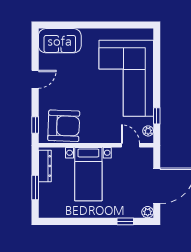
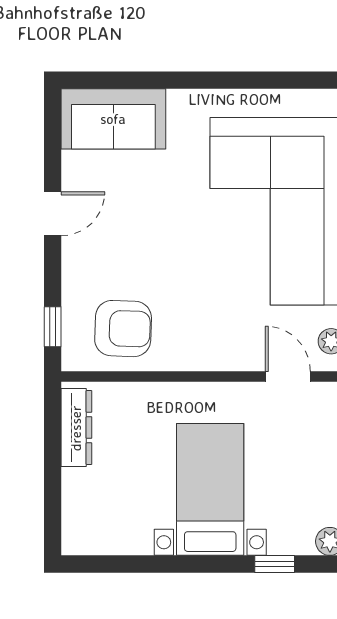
armchair: (64, 126) -> (123, 329), width x0.73, depth x0.73
bed with nightstands: (88, 174) -> (210, 489), moved, turned 180
window: (35, 187) -> (53, 481), removed

